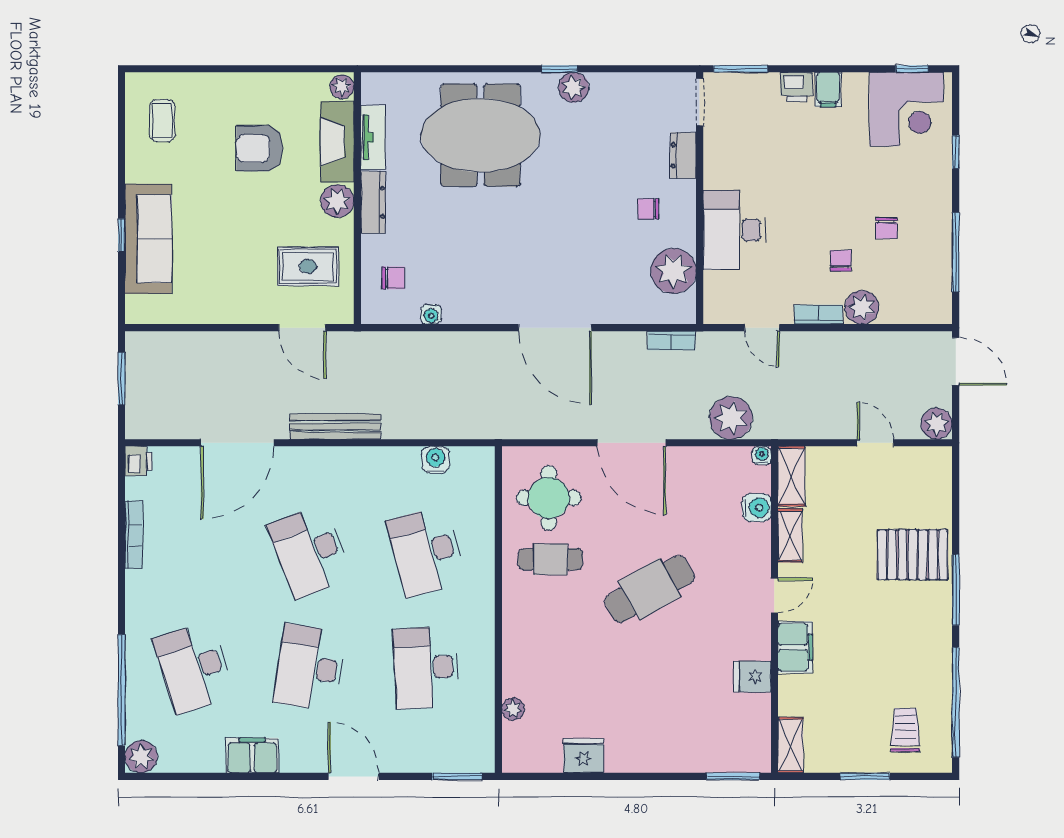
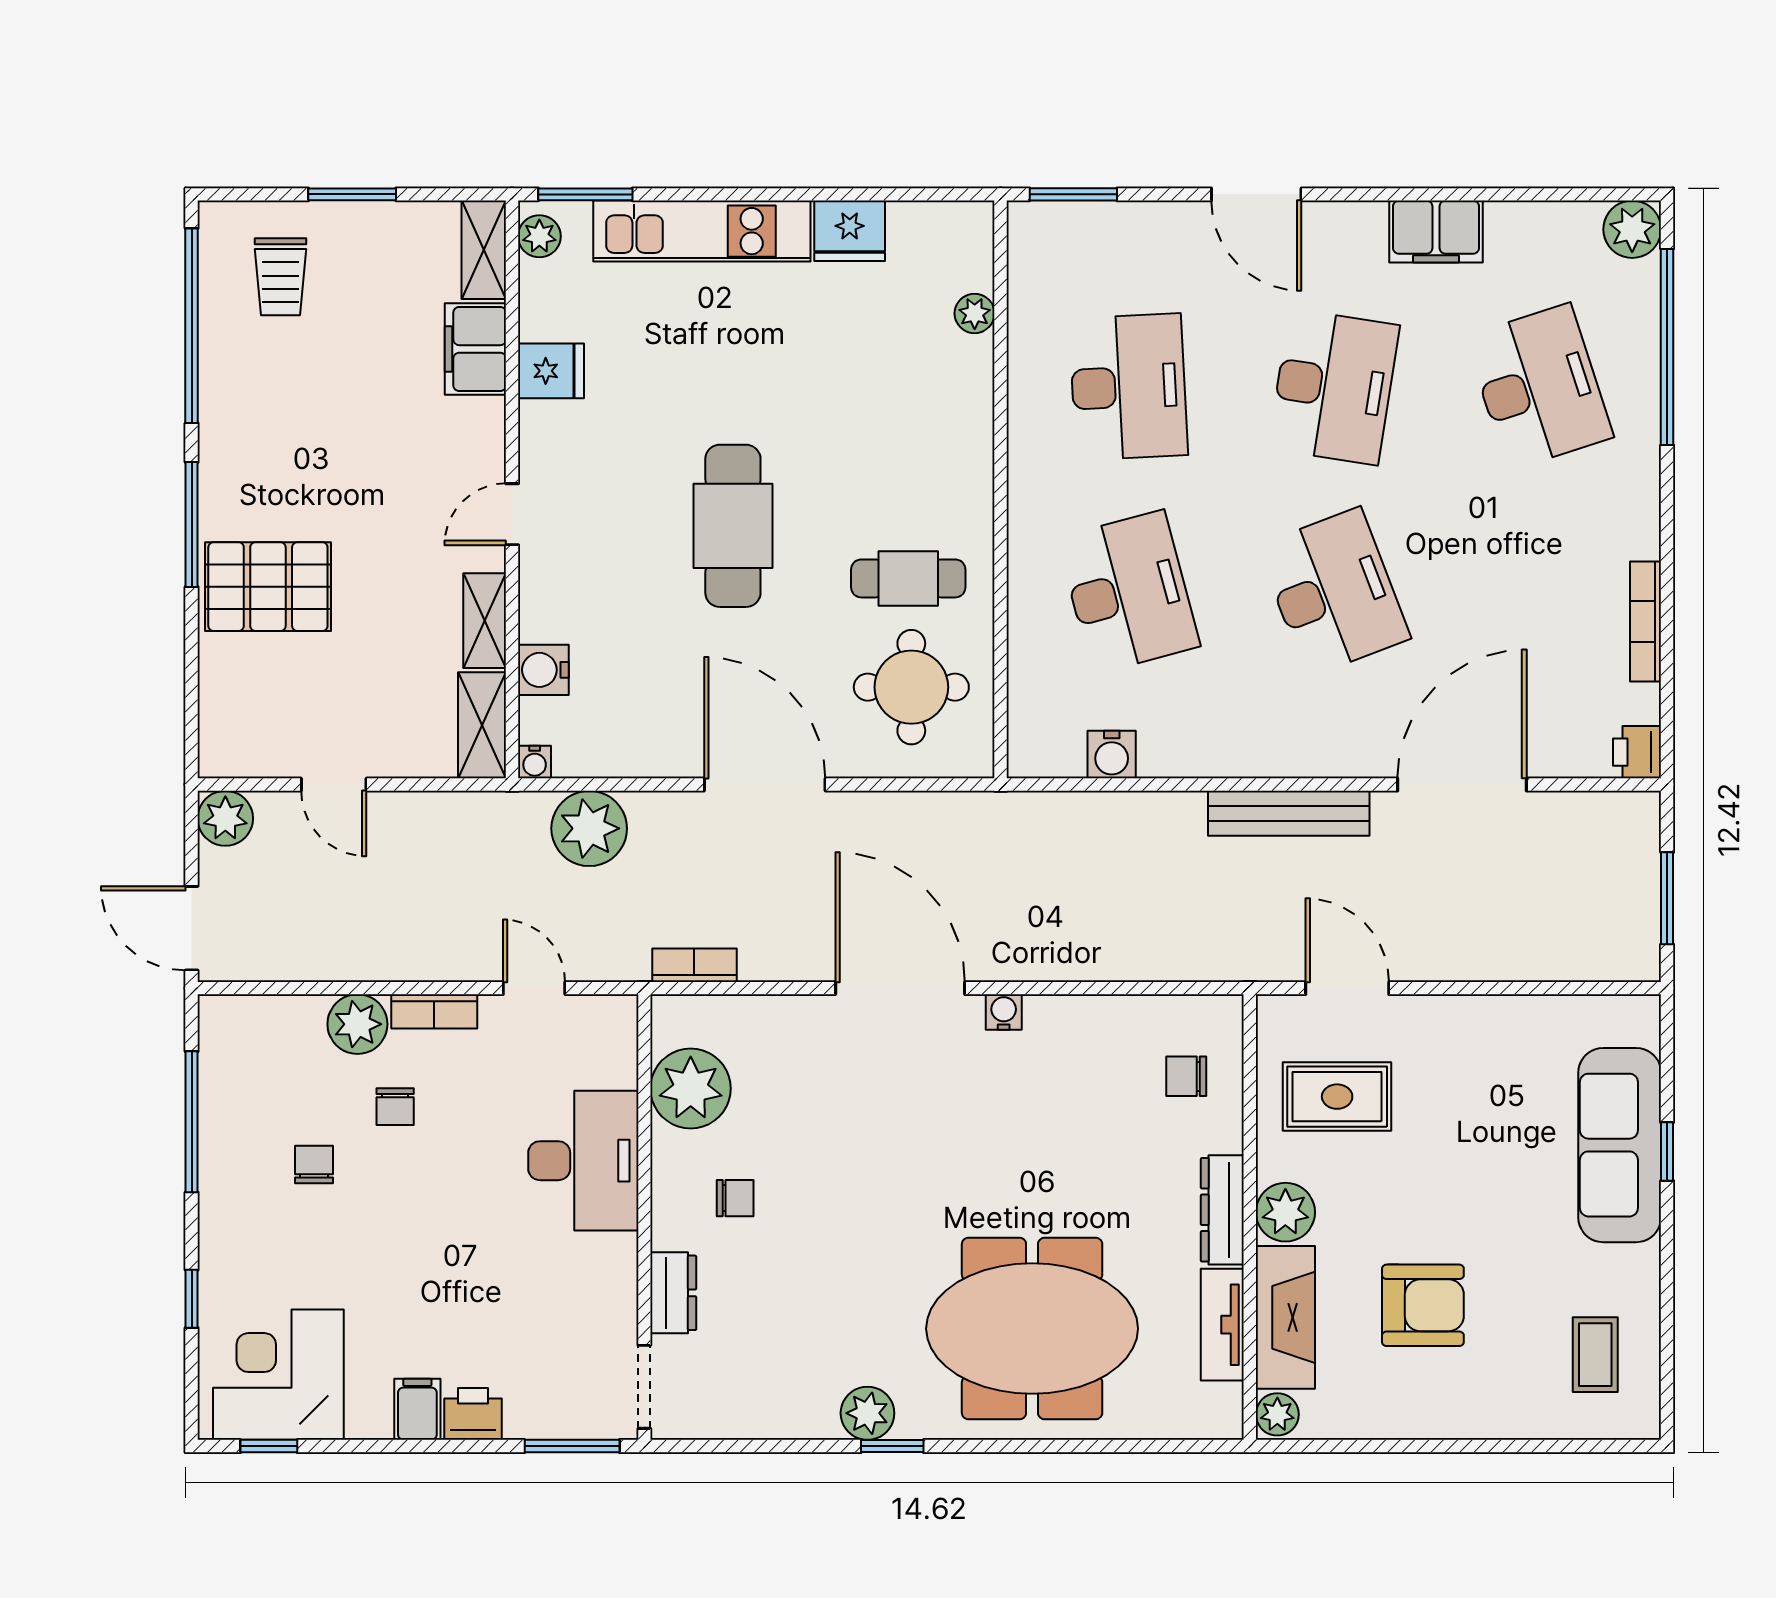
water cooler: (431, 314) -> (1004, 1012), moved
cafe table: (650, 589) -> (733, 526), turned -60
filing cabinet: (795, 647) -> (475, 349), moved
plant: (759, 753) -> (539, 236), added
kitchen unit: (667, 756) -> (702, 231), added

